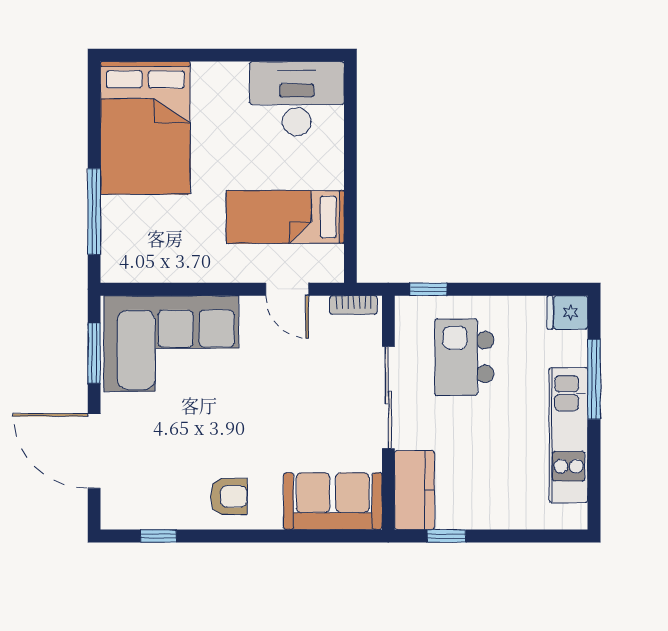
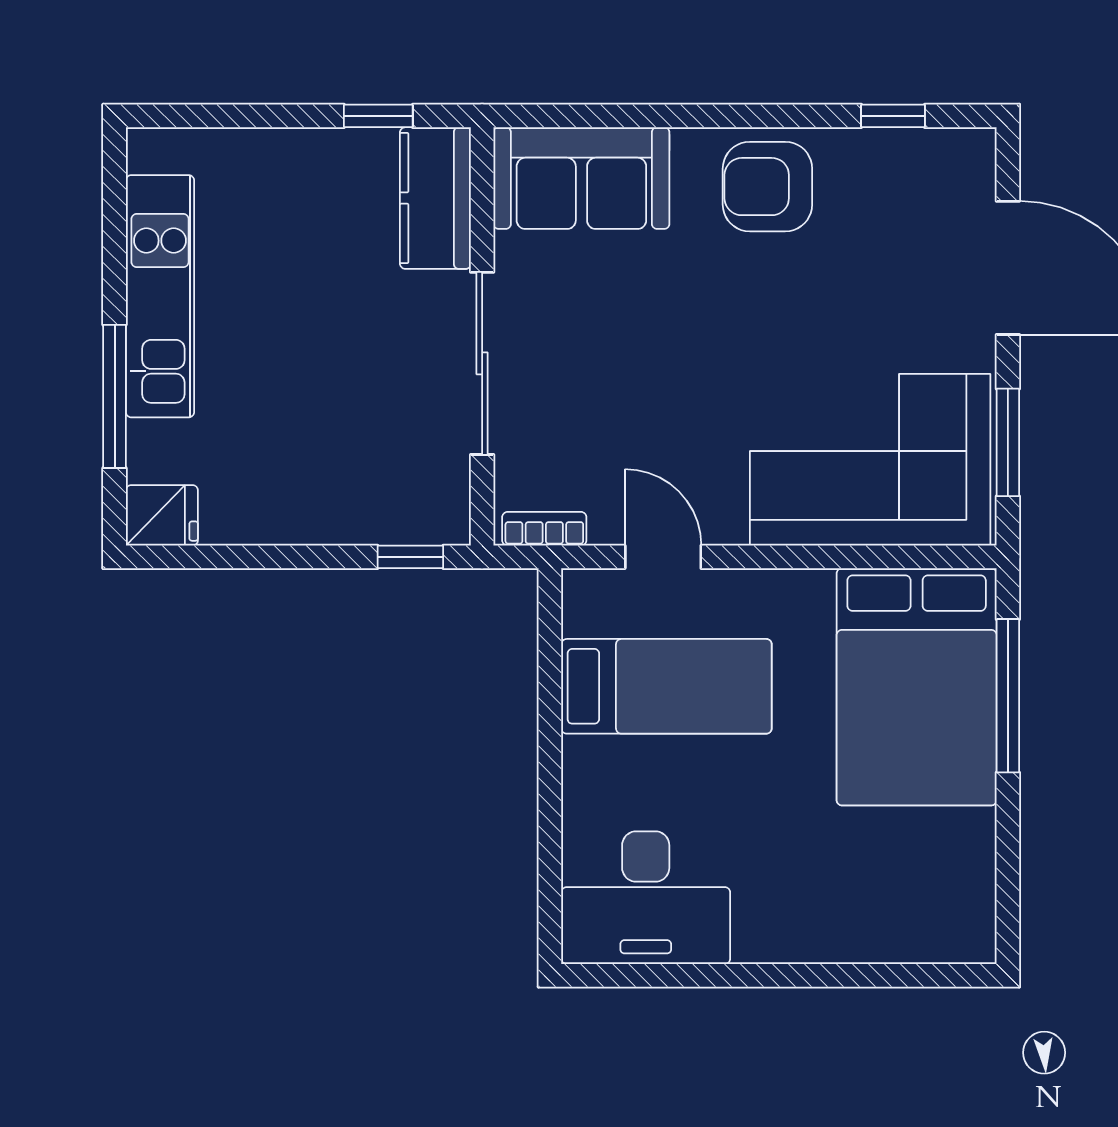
bed: (145, 128) -> (917, 687), moved, turned 180
kitchen island: (464, 357) -> (346, 436), removed
armchair: (229, 496) -> (767, 187), width x1.38, depth x1.38

